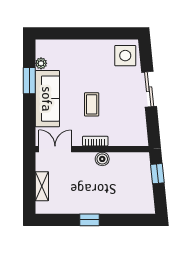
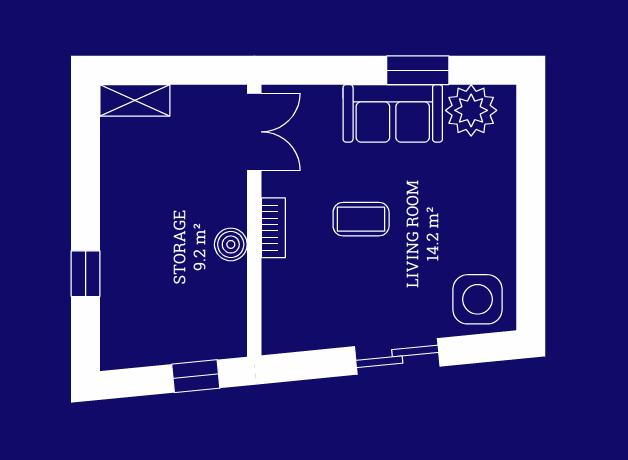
plant: (41, 63) -> (471, 110), width x1.88, depth x1.88
sofa: (47, 99) -> (393, 113), width x0.73
shelving: (42, 186) -> (135, 100), moved
window: (89, 220) -> (86, 274), moved

